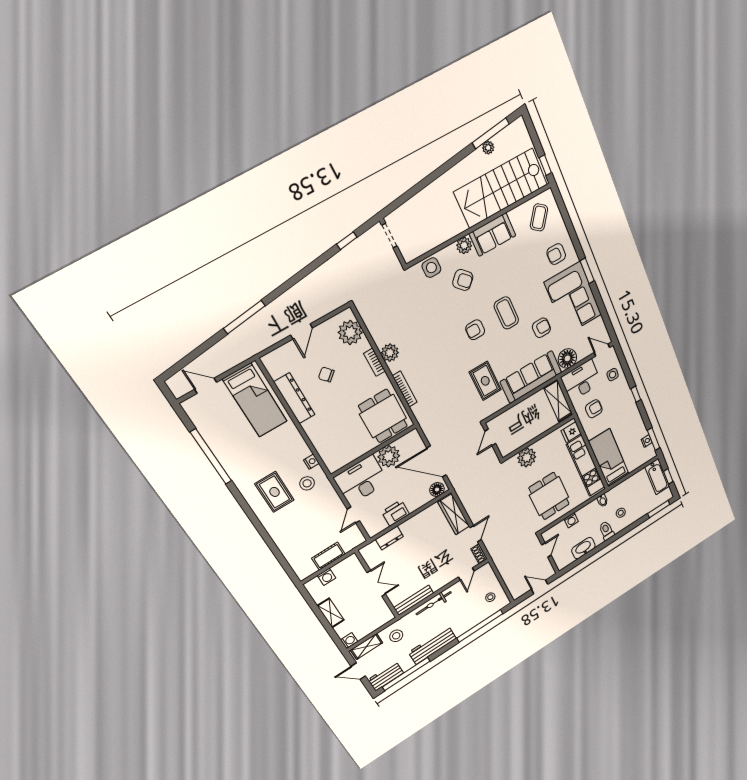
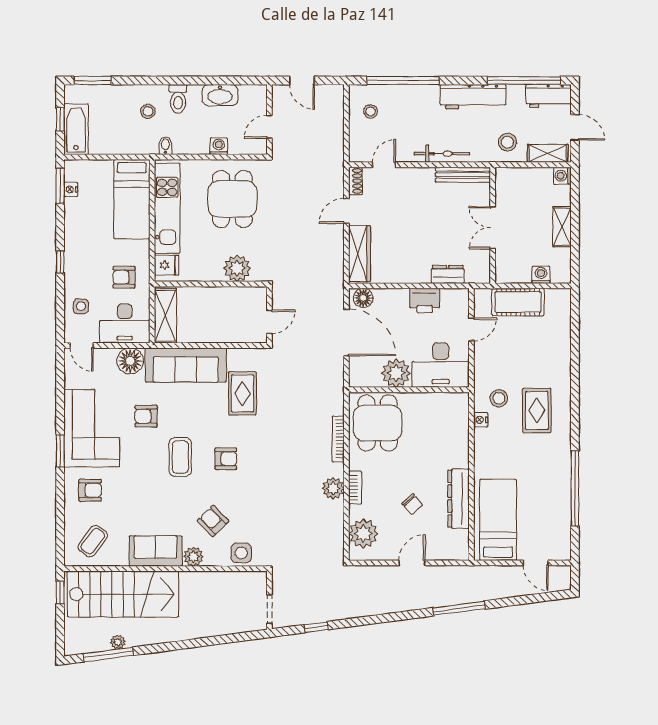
cot: (328, 556) -> (518, 302), width x1.37, depth x1.34

